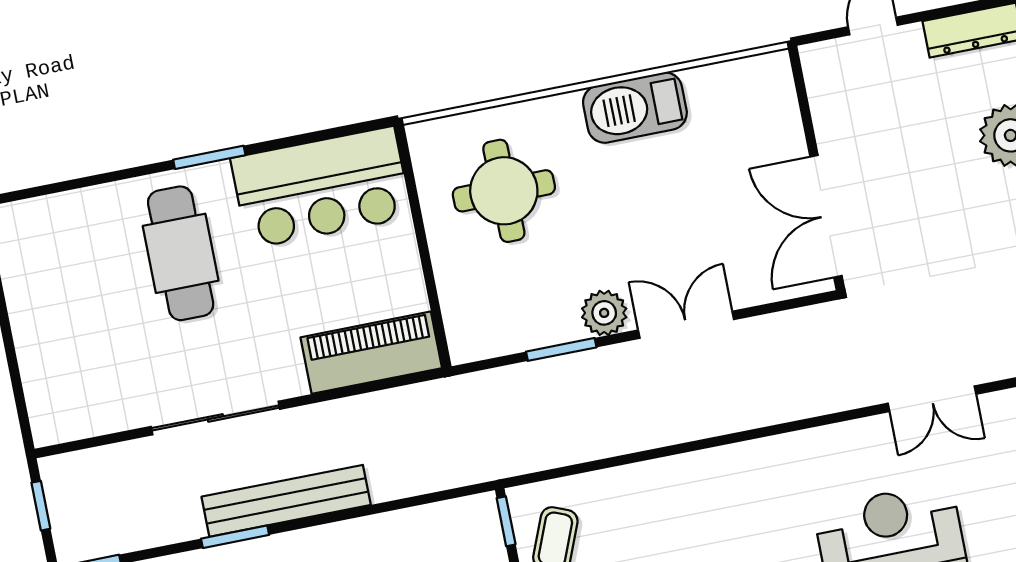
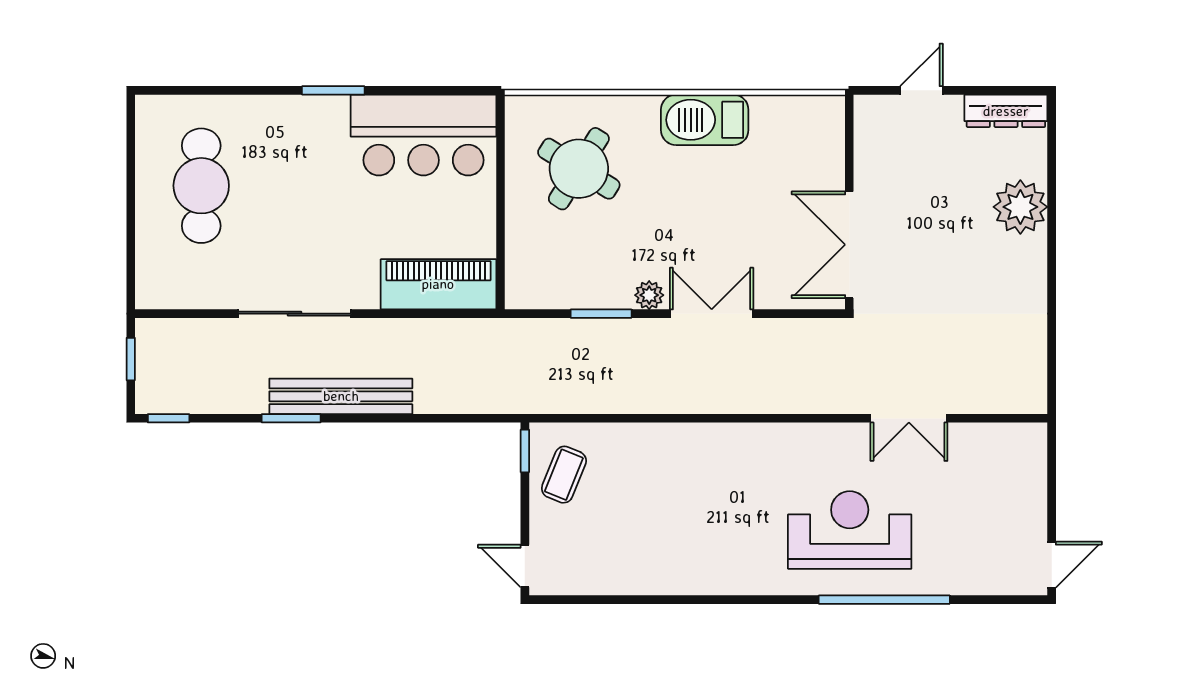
round table: (504, 191) -> (579, 169), turned 32
cafe table: (181, 253) -> (201, 186), moved
plant: (604, 313) -> (649, 295), width x0.73, depth x0.73

